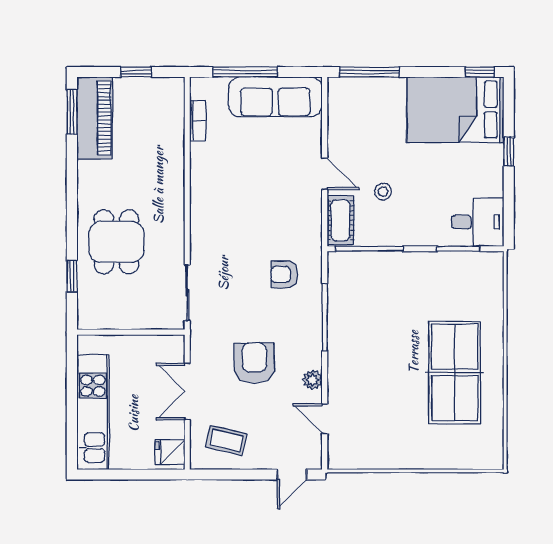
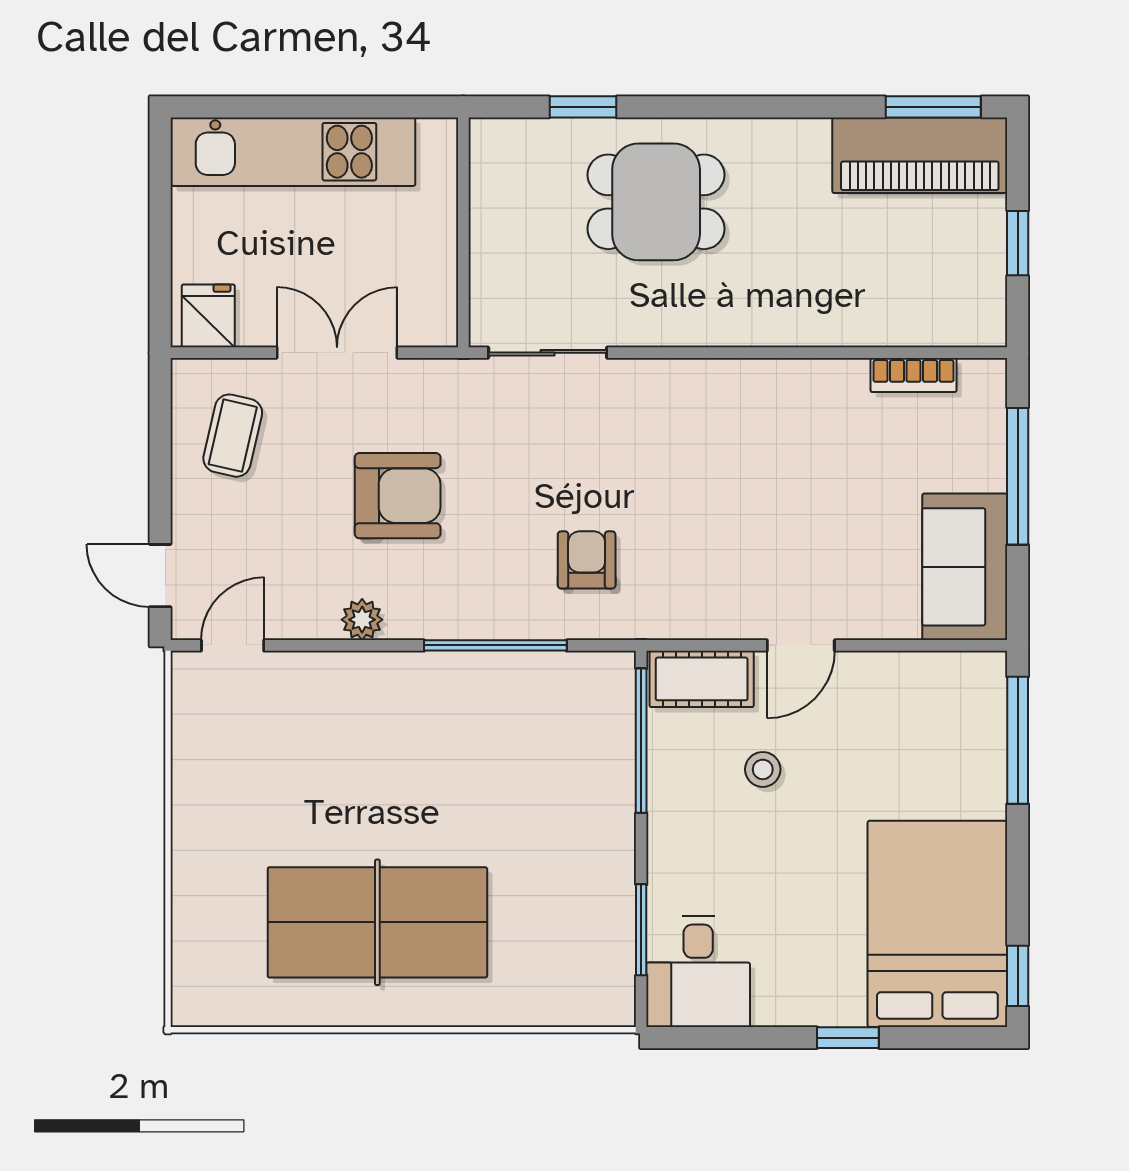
sofa: (275, 97) -> (965, 567), width x0.73
door: (325, 419) -> (233, 645), moved

